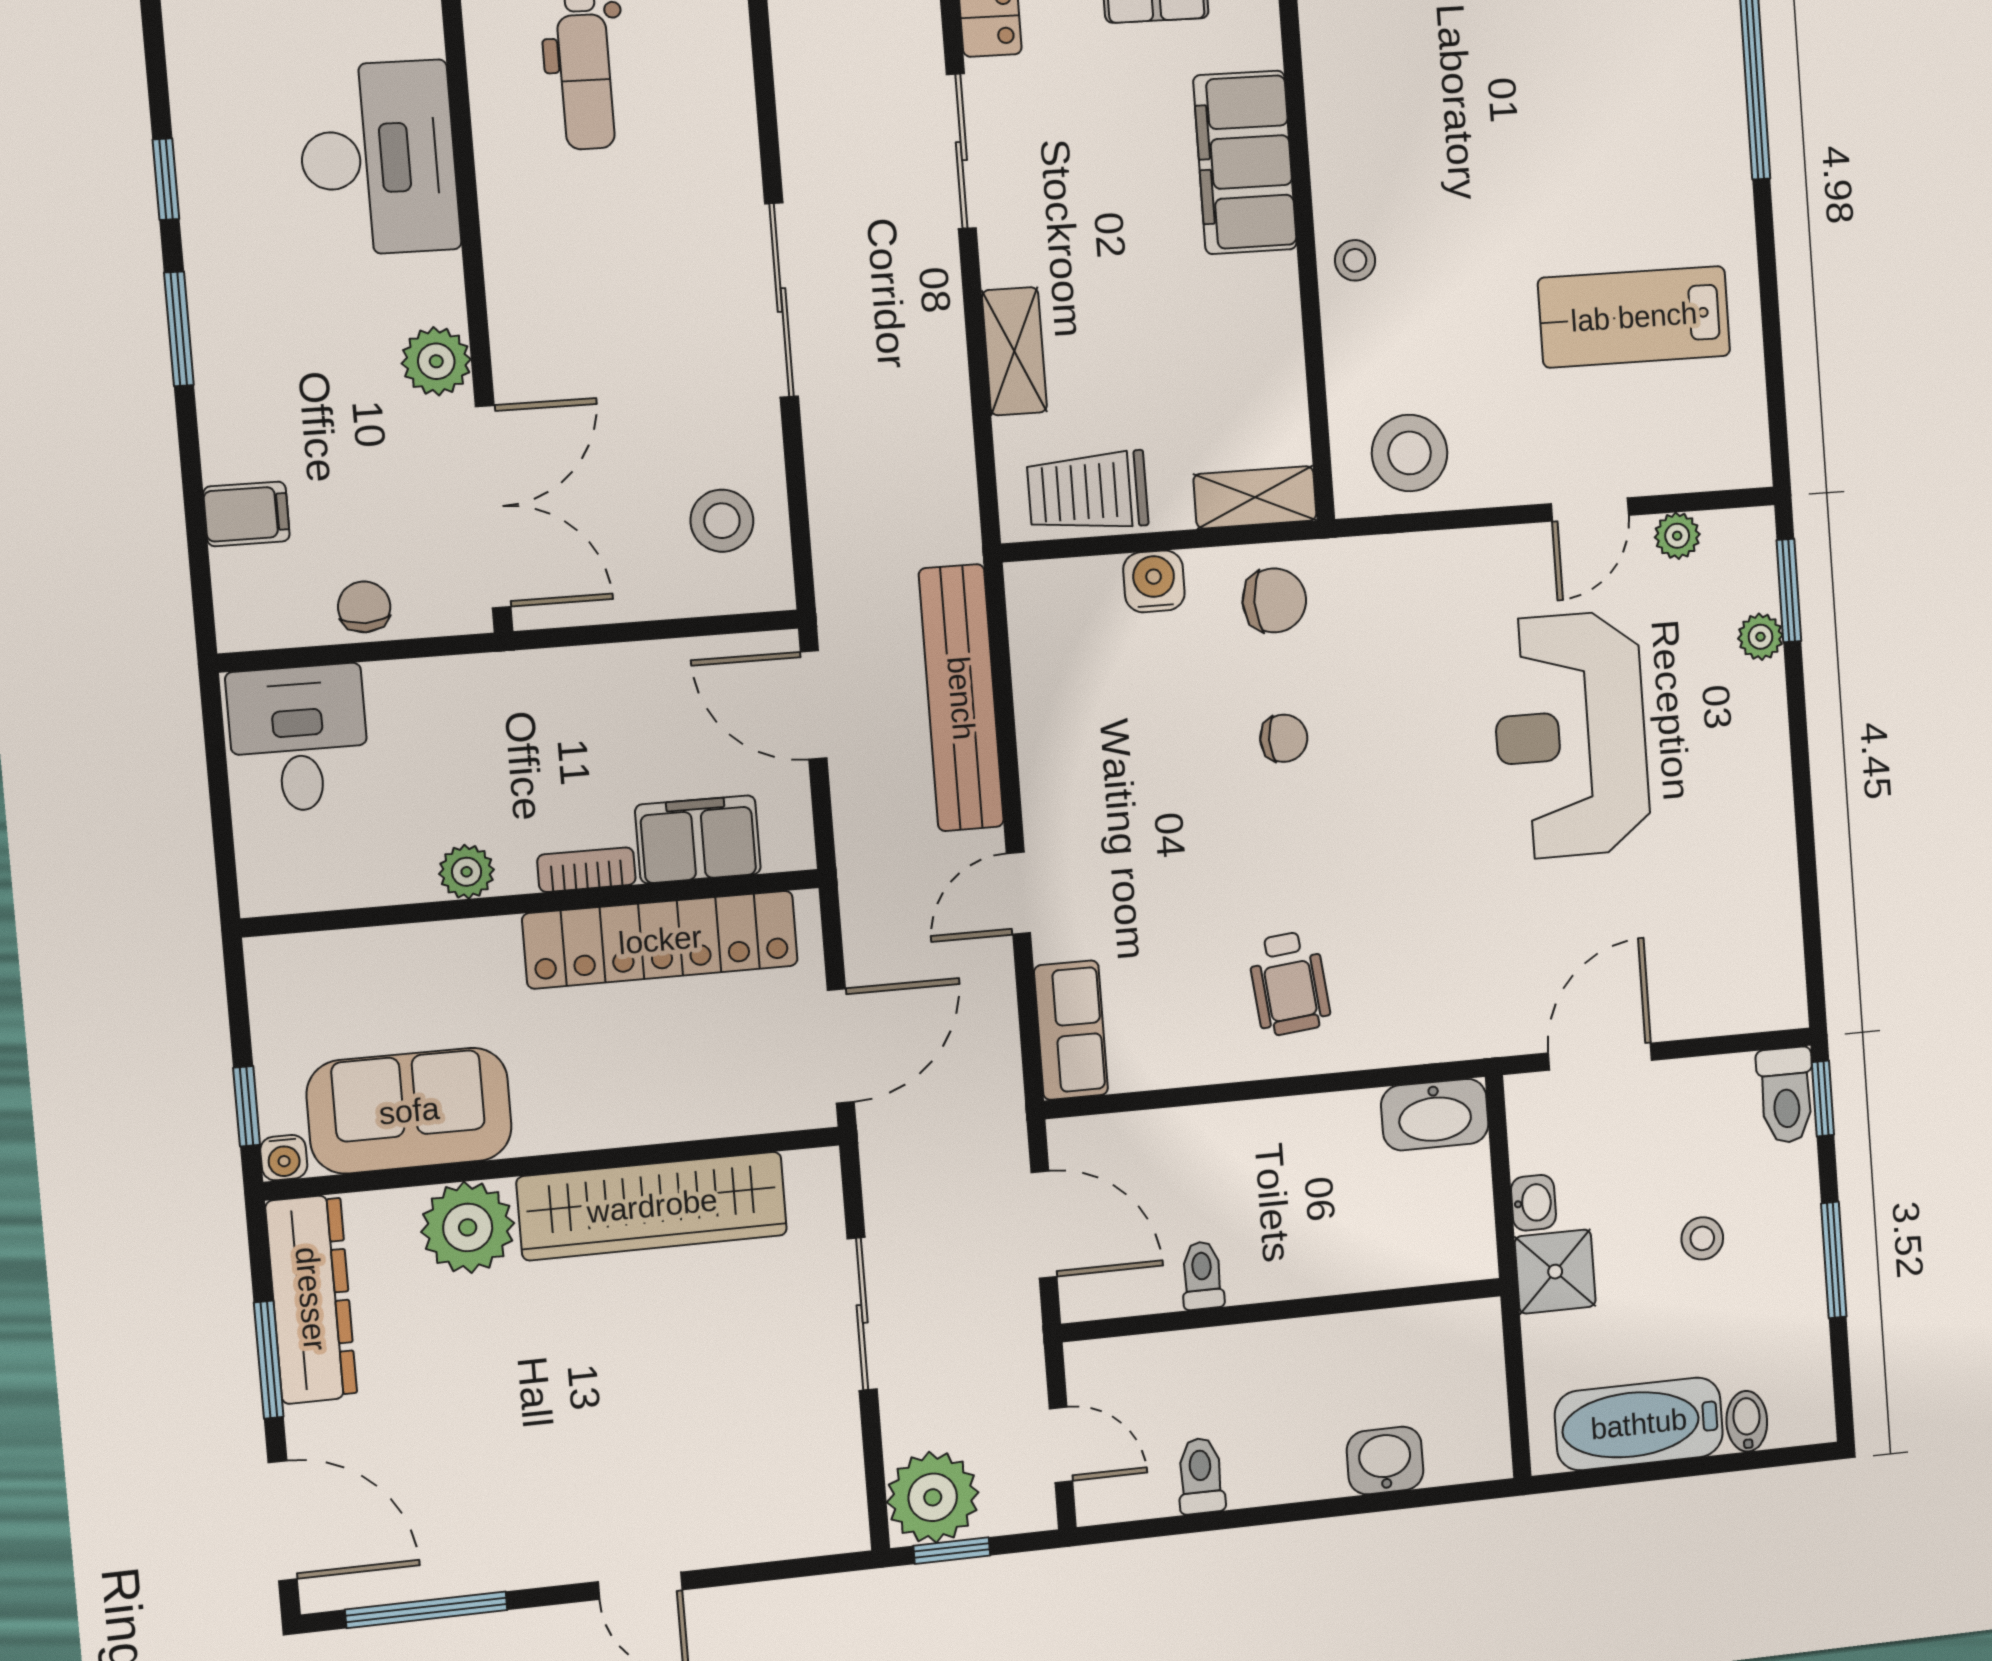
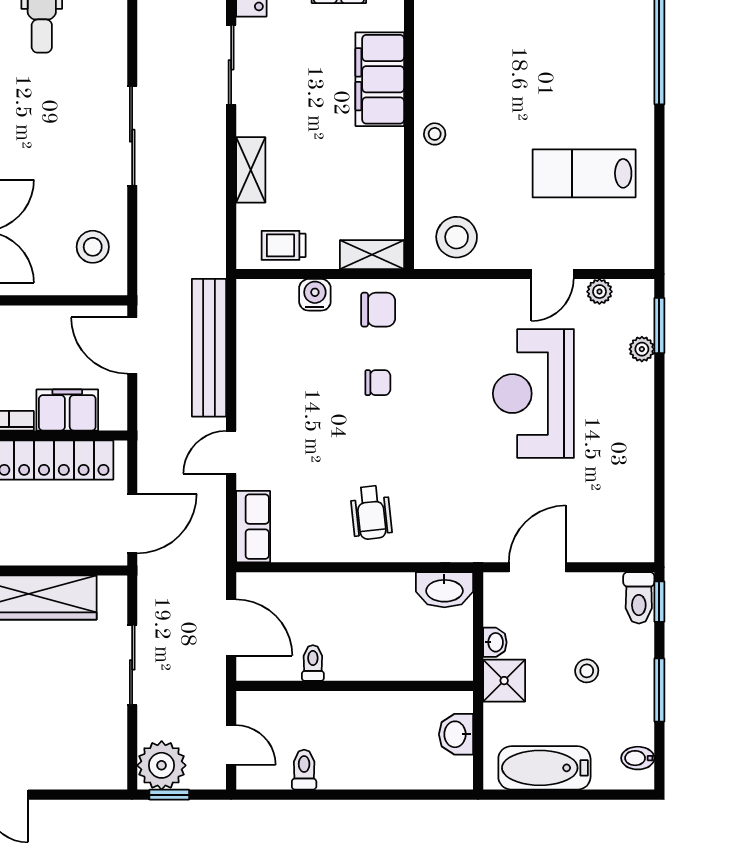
trolley: (1088, 492) -> (284, 245), width x0.73, depth x0.72
bidet: (1747, 1421) -> (638, 758), moved, turned -90
washbasin: (1385, 1461) -> (456, 734), moved, turned -90

